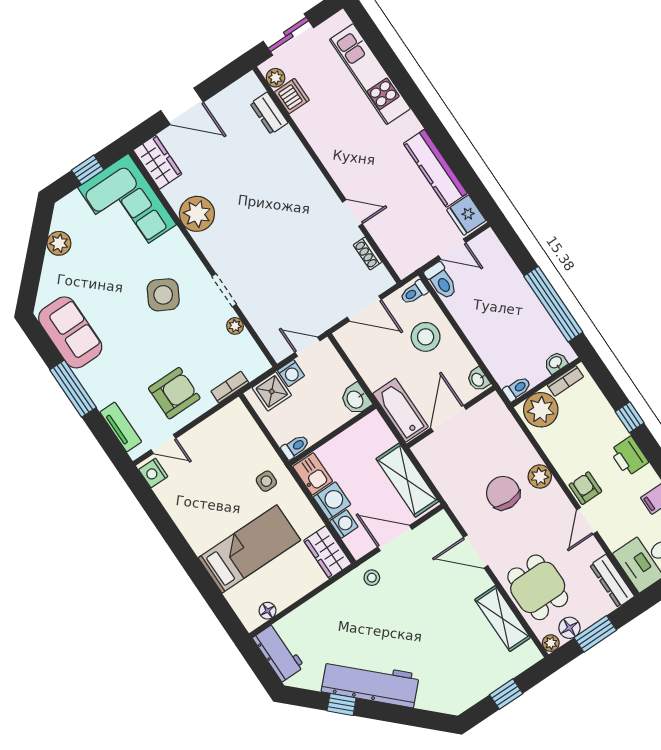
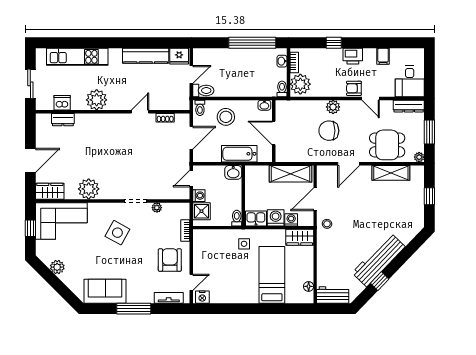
plant: (276, 78) -> (97, 100), moved, width x1.88, depth x1.88
bathtub: (400, 410) -> (239, 154), moved
floor lamp: (569, 628) -> (418, 143), removed

